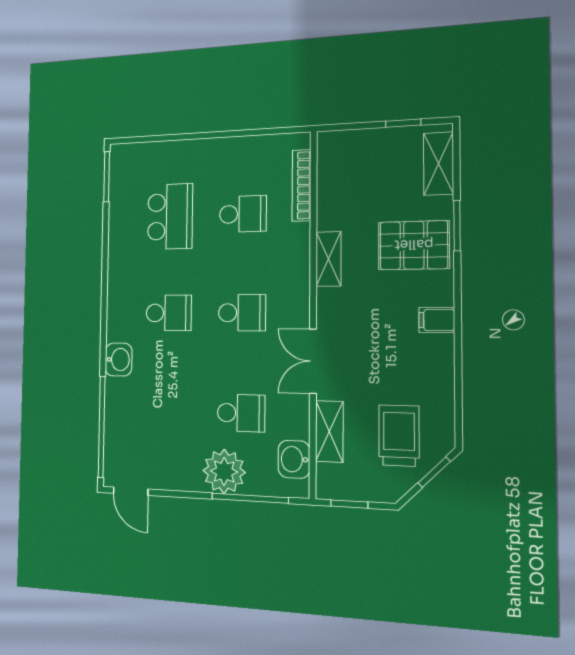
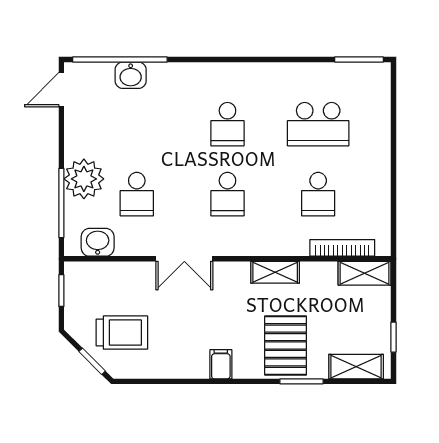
washbasin: (119, 360) -> (131, 75), moved
double door: (313, 361) -> (184, 259), swing flipped
shelving: (329, 431) -> (364, 273), moved

